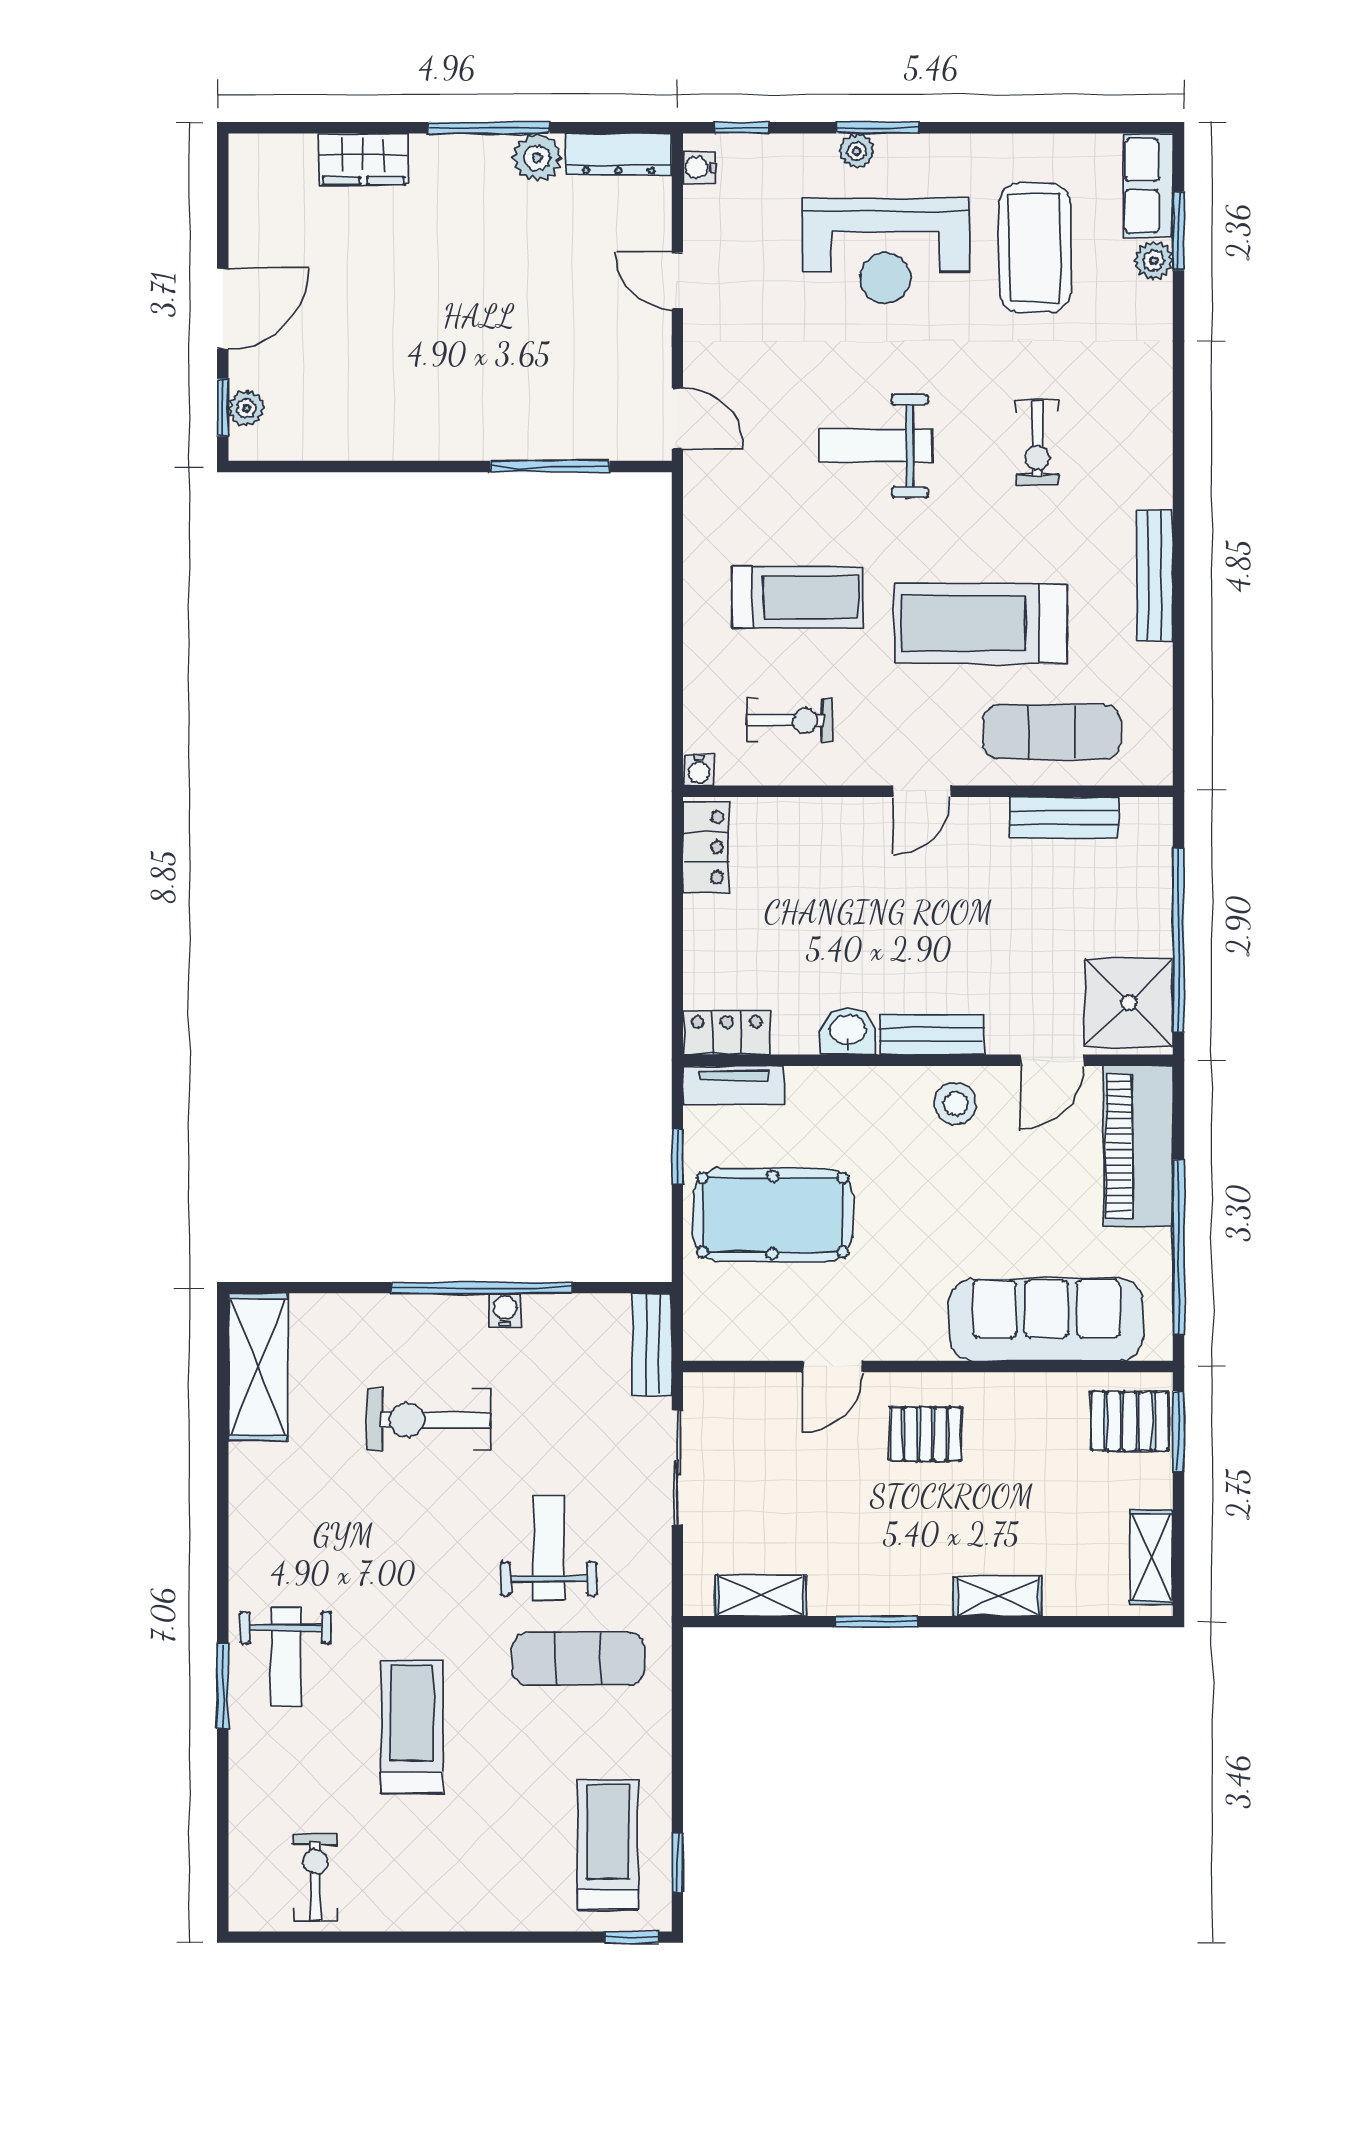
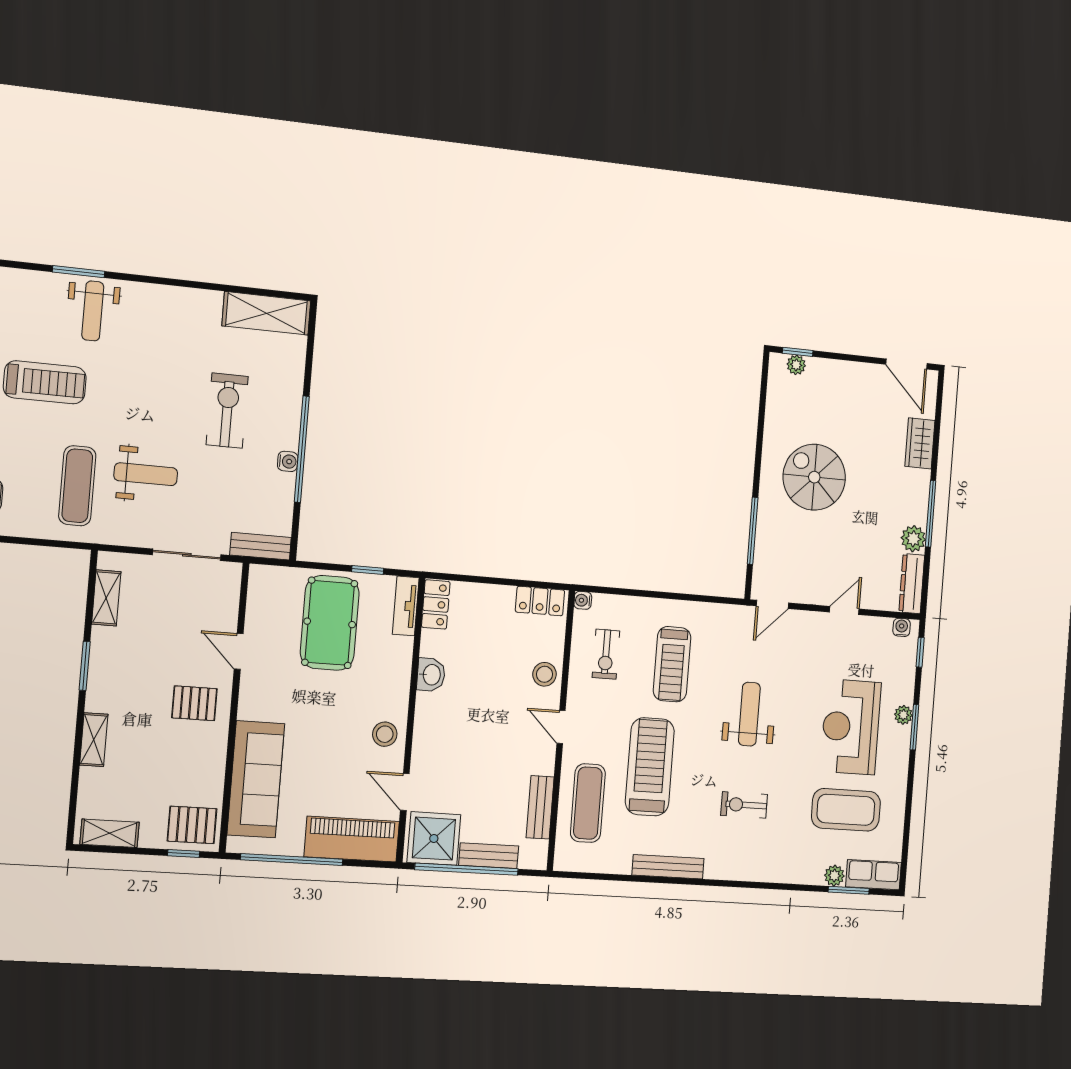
door: (223, 309) -> (906, 364), moved
spiral stairs: (444, 358) -> (814, 477), added
stool: (833, 829) -> (544, 674), added
bench: (932, 1035) -> (489, 856), moved, turned 90
pallet: (1130, 1421) -> (192, 825), turned 90
window: (1178, 1431) -> (184, 854), width x0.67
pallet: (926, 1434) -> (194, 703), turned 90
weight bench: (285, 1658) -> (93, 311), turned -90

